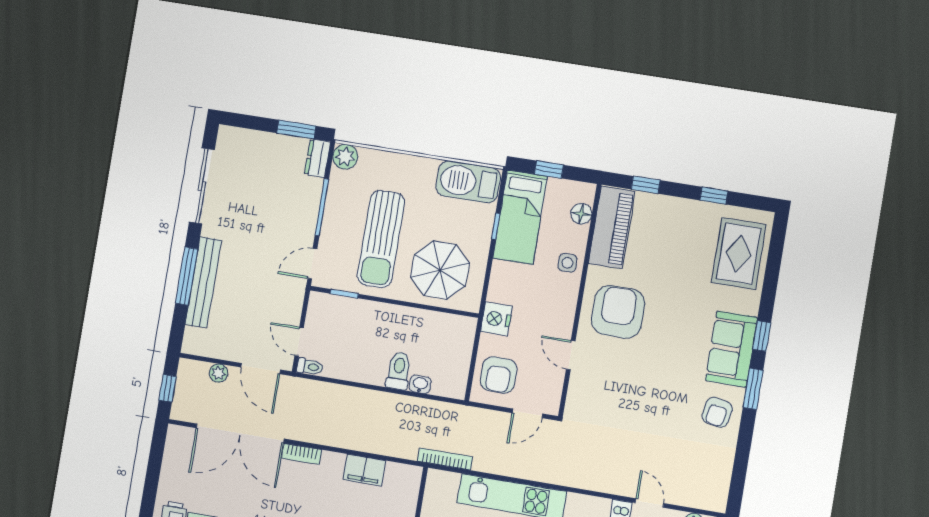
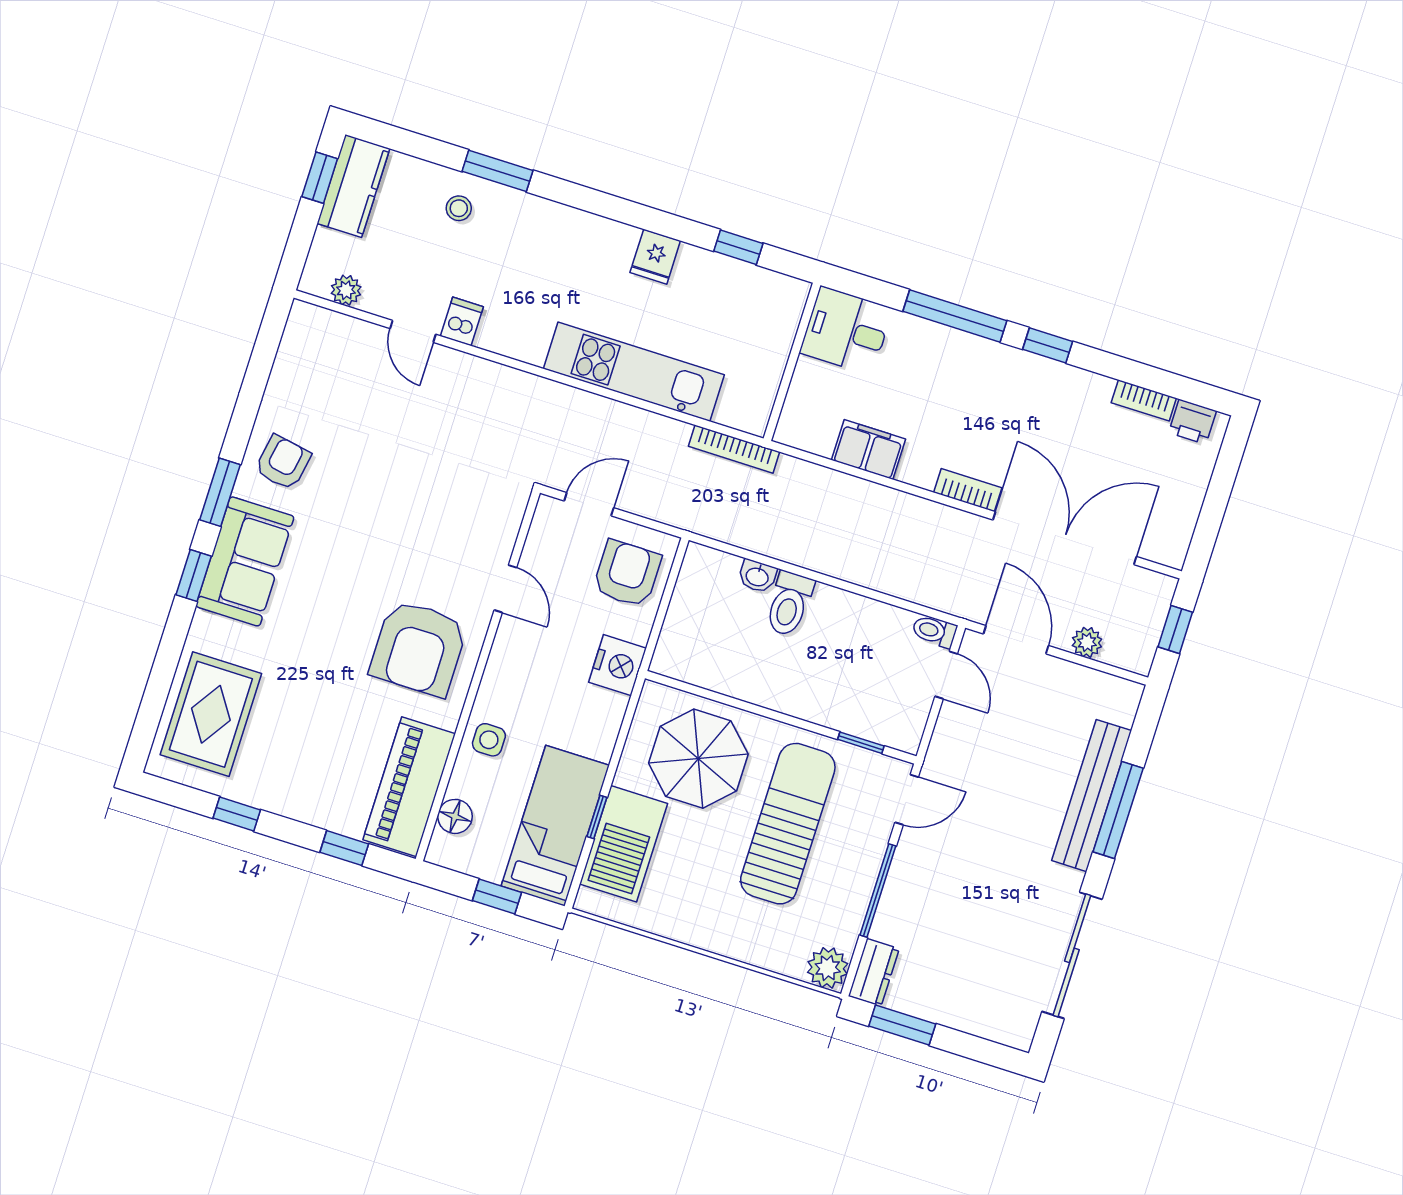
barbecue: (468, 182) -> (624, 844), moved, turned 90

